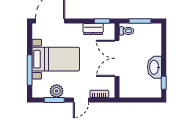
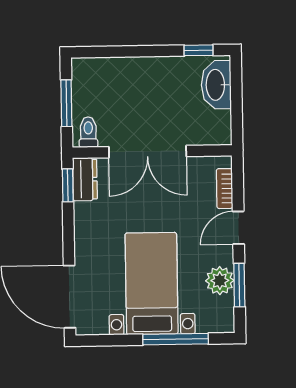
dresser: (93, 29) -> (85, 179), moved
washbasin: (154, 67) -> (216, 85), moved, turned 90
door: (81, 100) -> (238, 228), swing flipped

